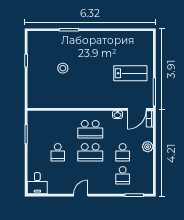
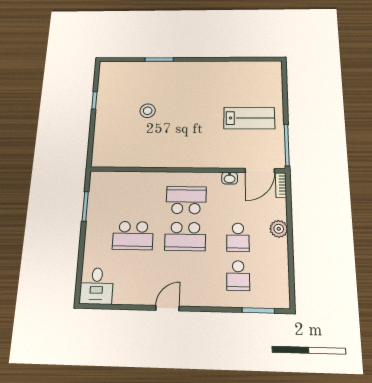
school desk: (90, 129) -> (186, 200), turned 180
school desk: (58, 152) -> (133, 236), width x1.85

